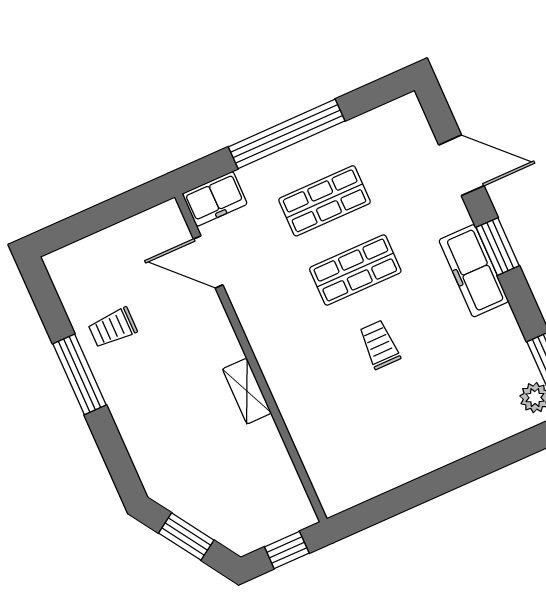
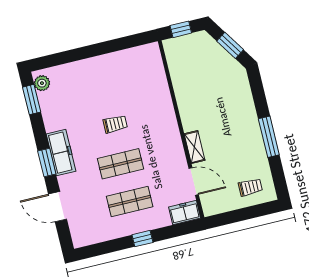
window: (287, 134) -> (142, 239), width x0.32
trolley: (113, 328) -> (250, 187), moved
trolley: (380, 345) -> (115, 124), turned -90
shelving: (247, 391) -> (194, 147), moved

